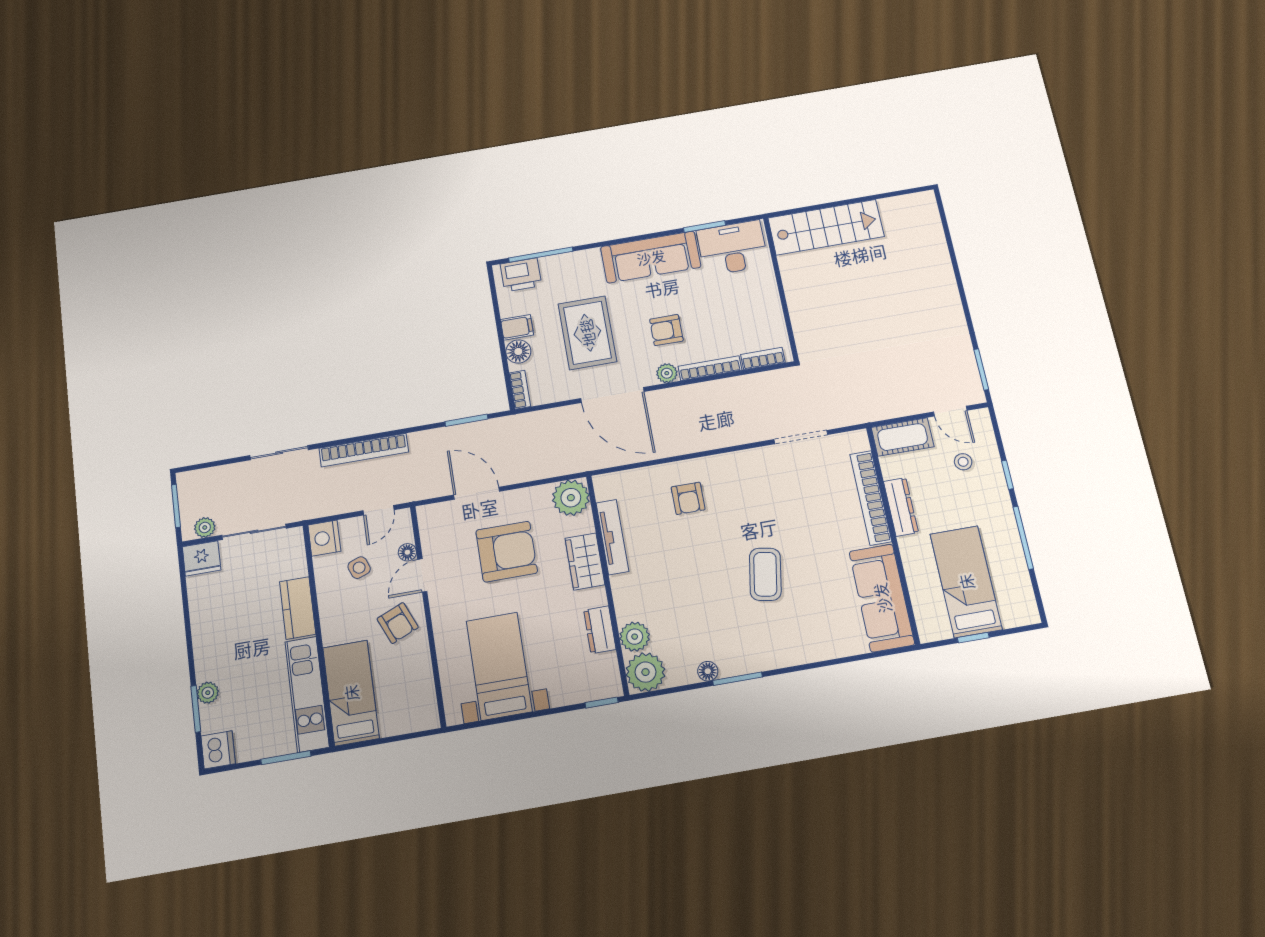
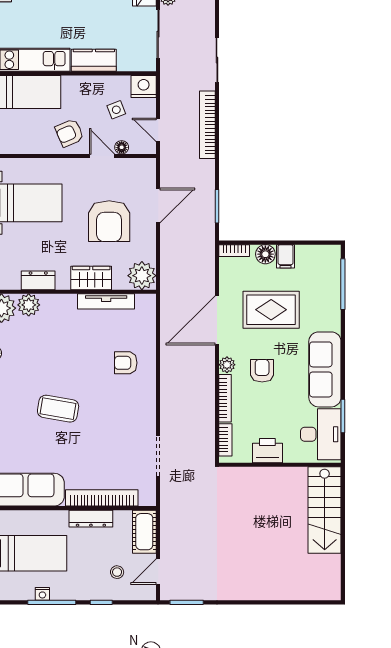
printer: (521, 275) -> (267, 451), moved, turned 90
nightstand: (1015, 552) -> (42, 594), added

